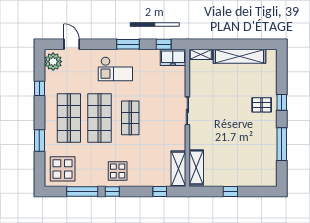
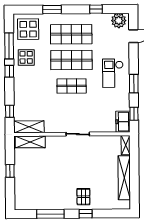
display table: (118, 171) -> (26, 57), moved

